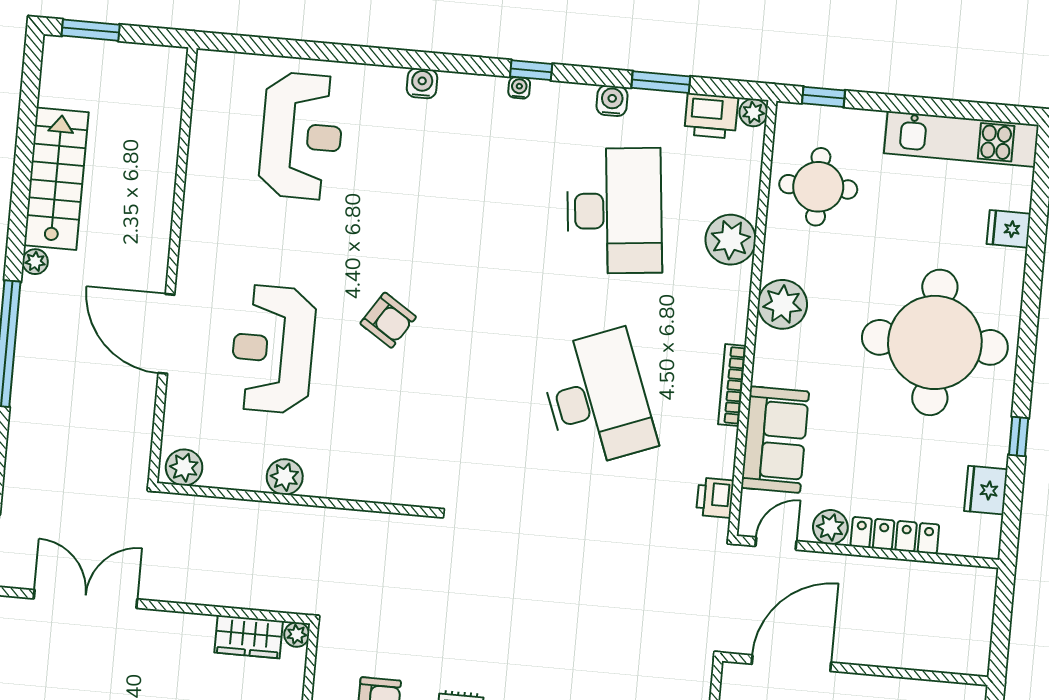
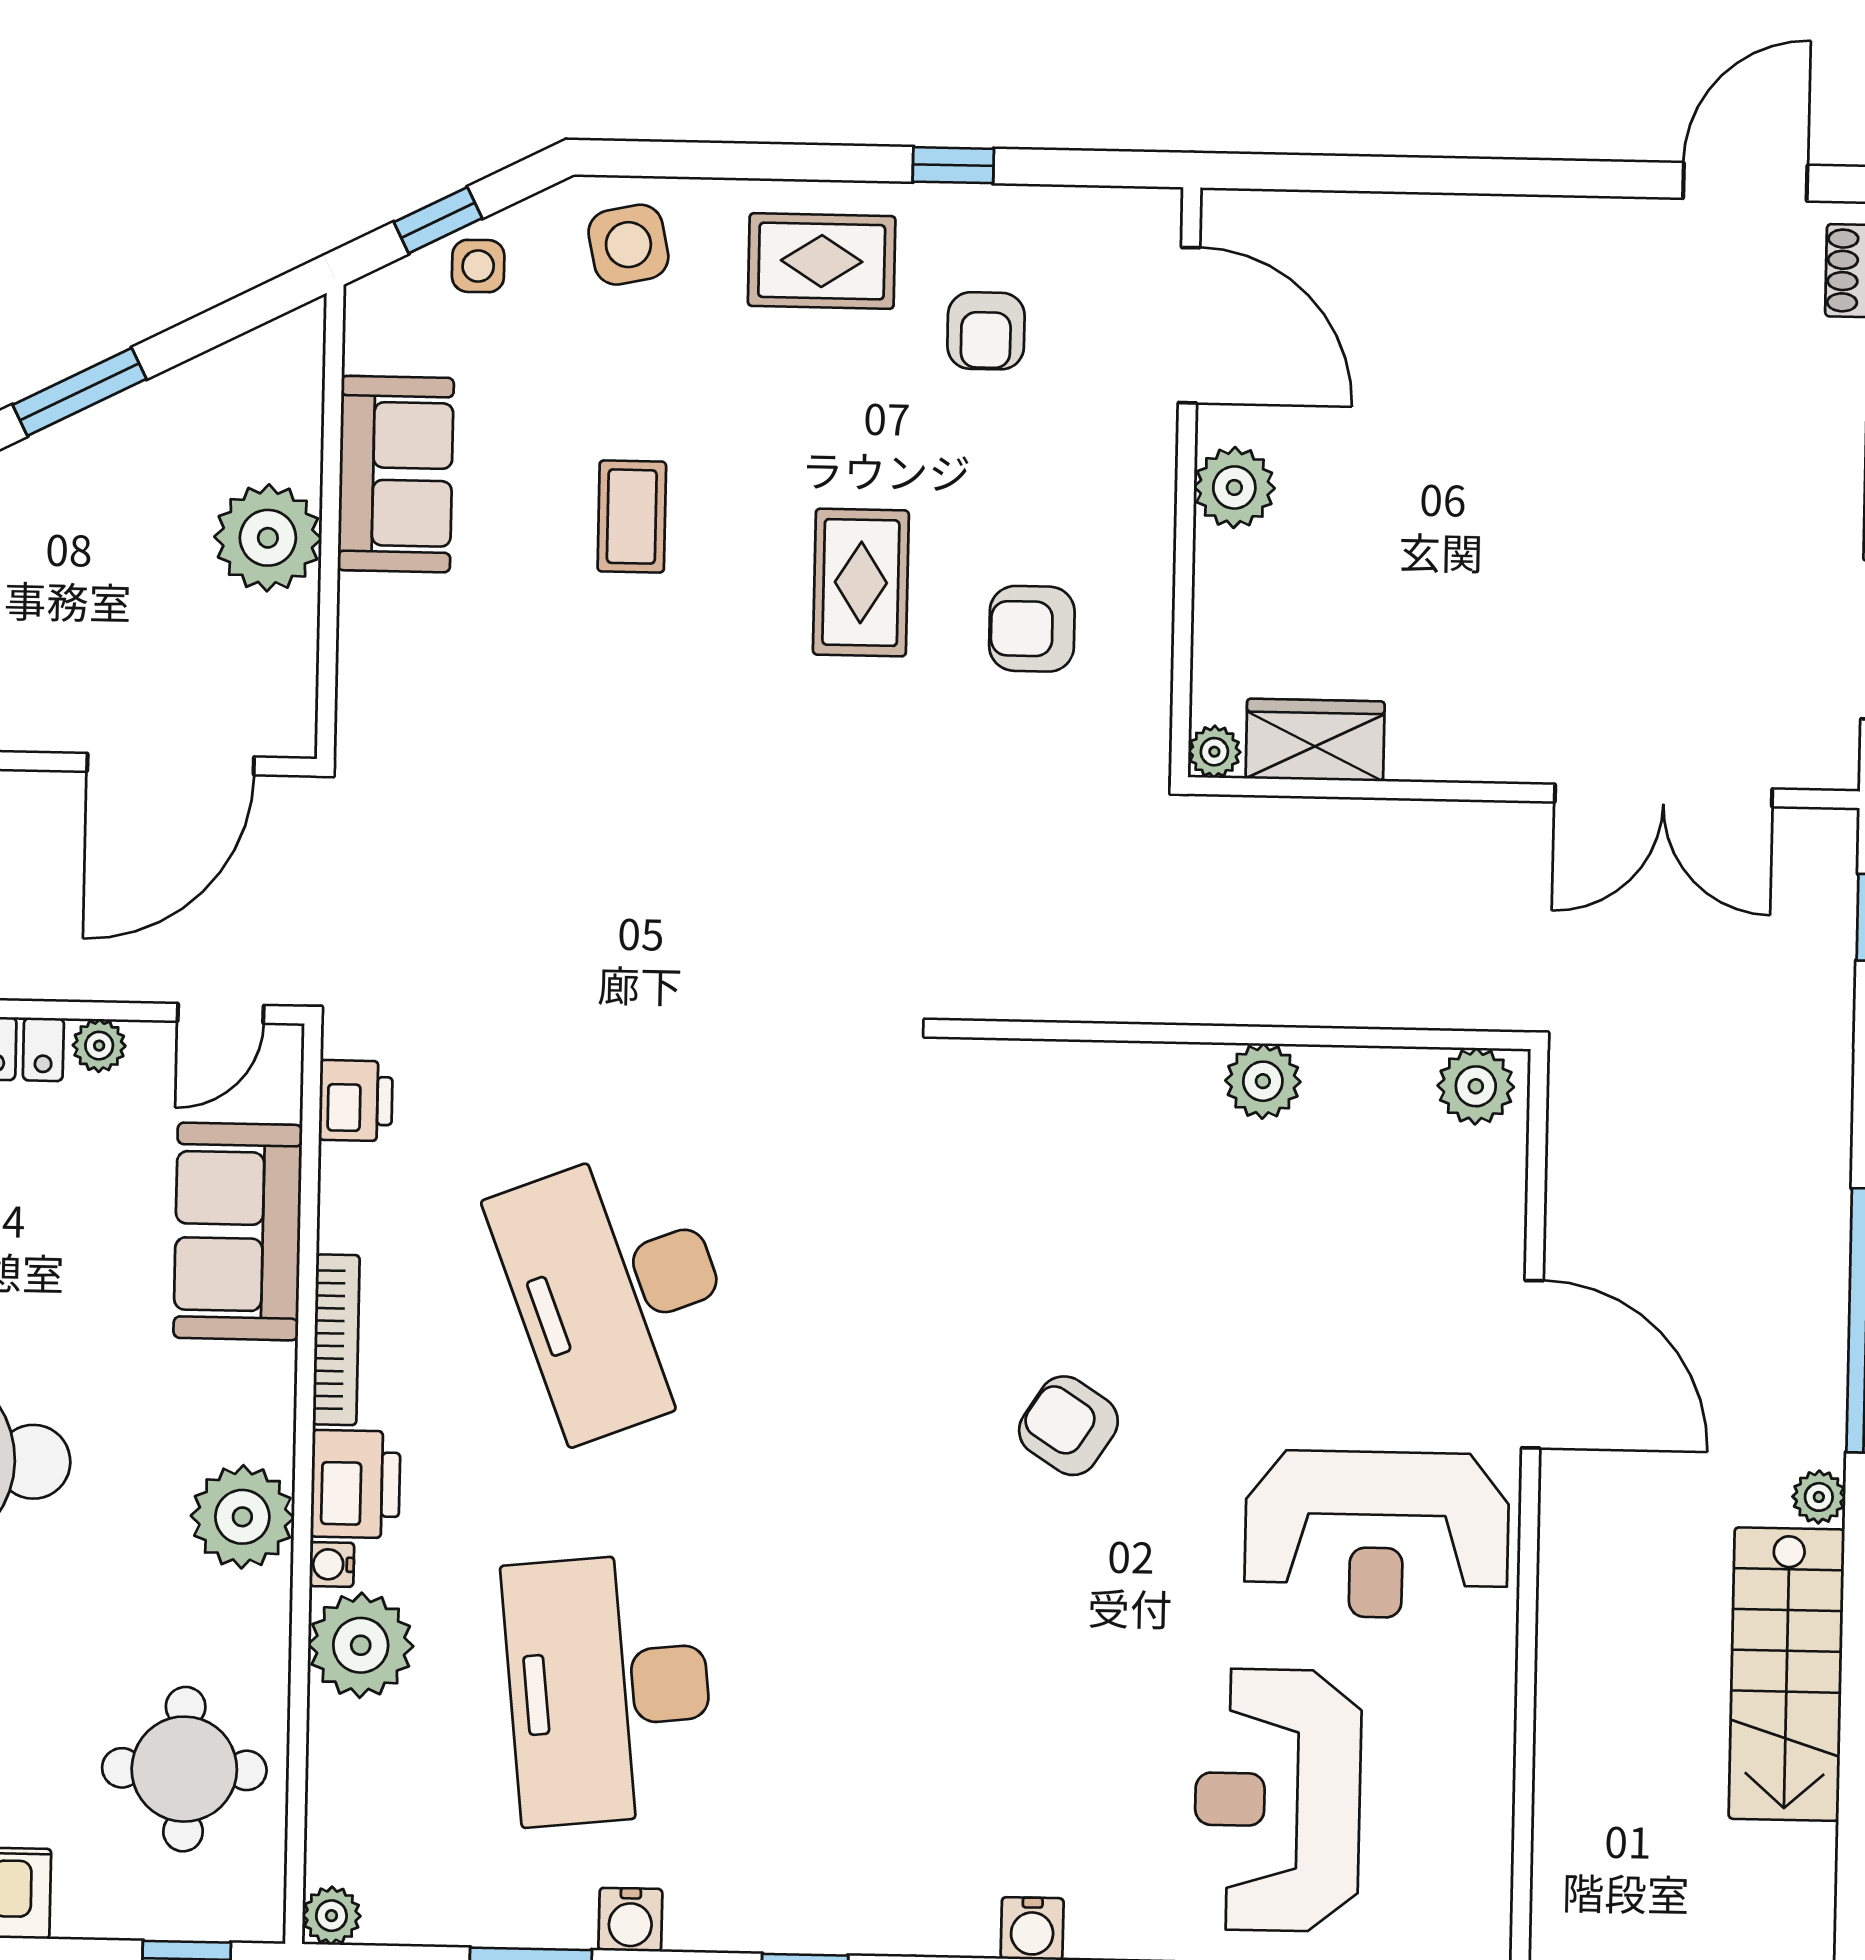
water cooler: (519, 88) -> (332, 1564), moved, turned 90
printer: (711, 116) -> (355, 1484), moved, turned 90
reception desk: (273, 349) -> (1377, 1535), moved, turned 90
plant: (830, 527) -> (99, 1046), width x0.73, depth x0.73

